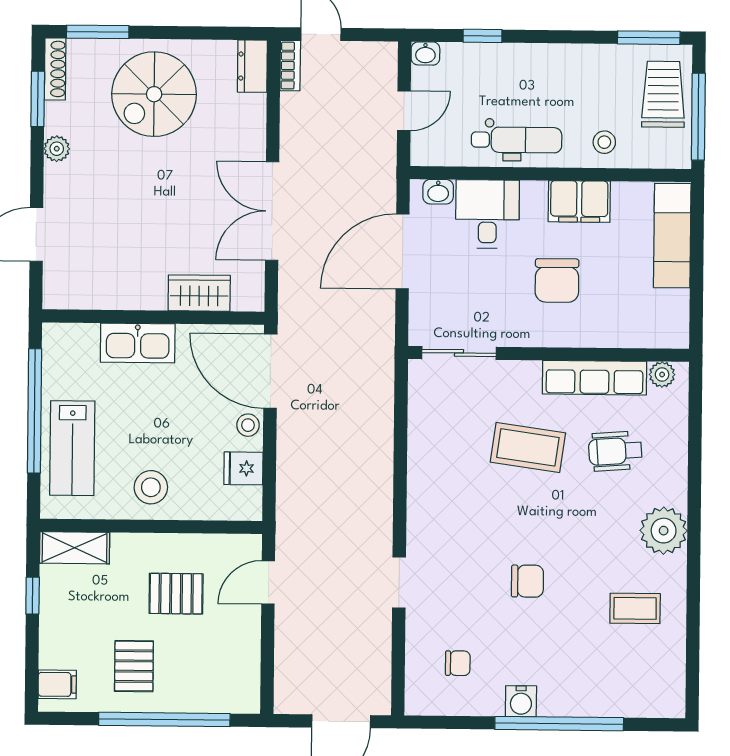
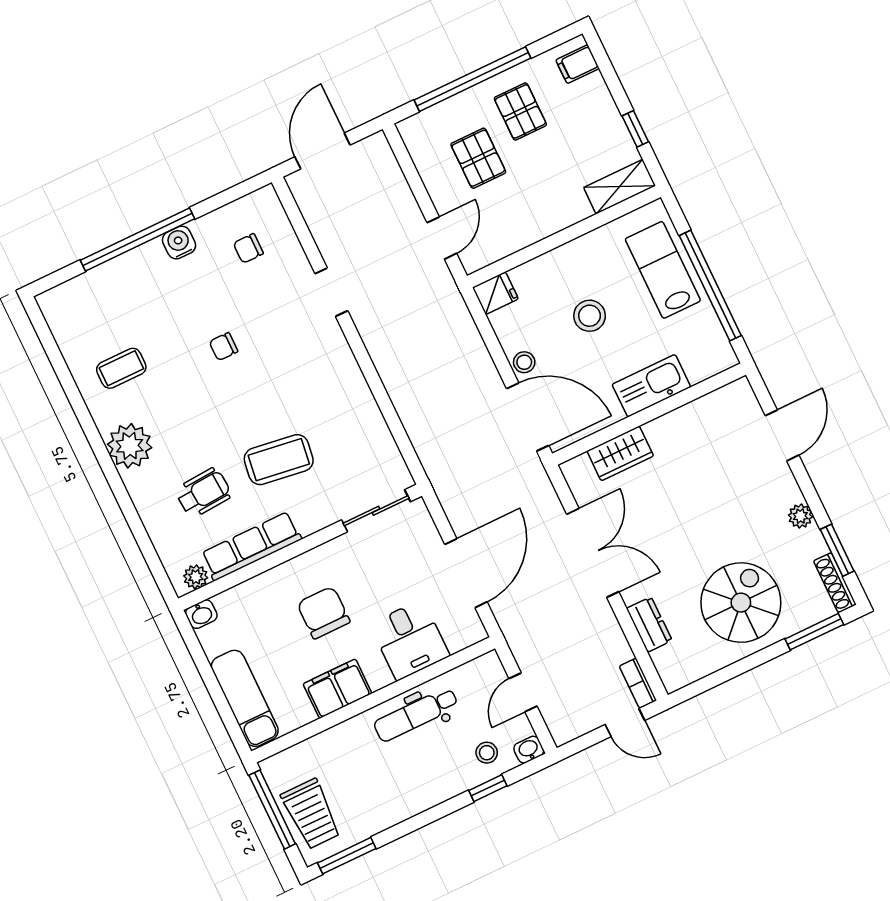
dresser: (252, 66) -> (649, 624), moved
stool: (604, 142) -> (487, 753), moved
washbasin: (438, 192) -> (201, 614), moved, turned 180
fridge: (243, 468) -> (495, 293), moved
stool: (151, 487) -> (590, 316), moved
chair: (527, 581) -> (224, 347), width x0.73, depth x0.73
pallet: (176, 594) -> (478, 158), moved, turned 90

